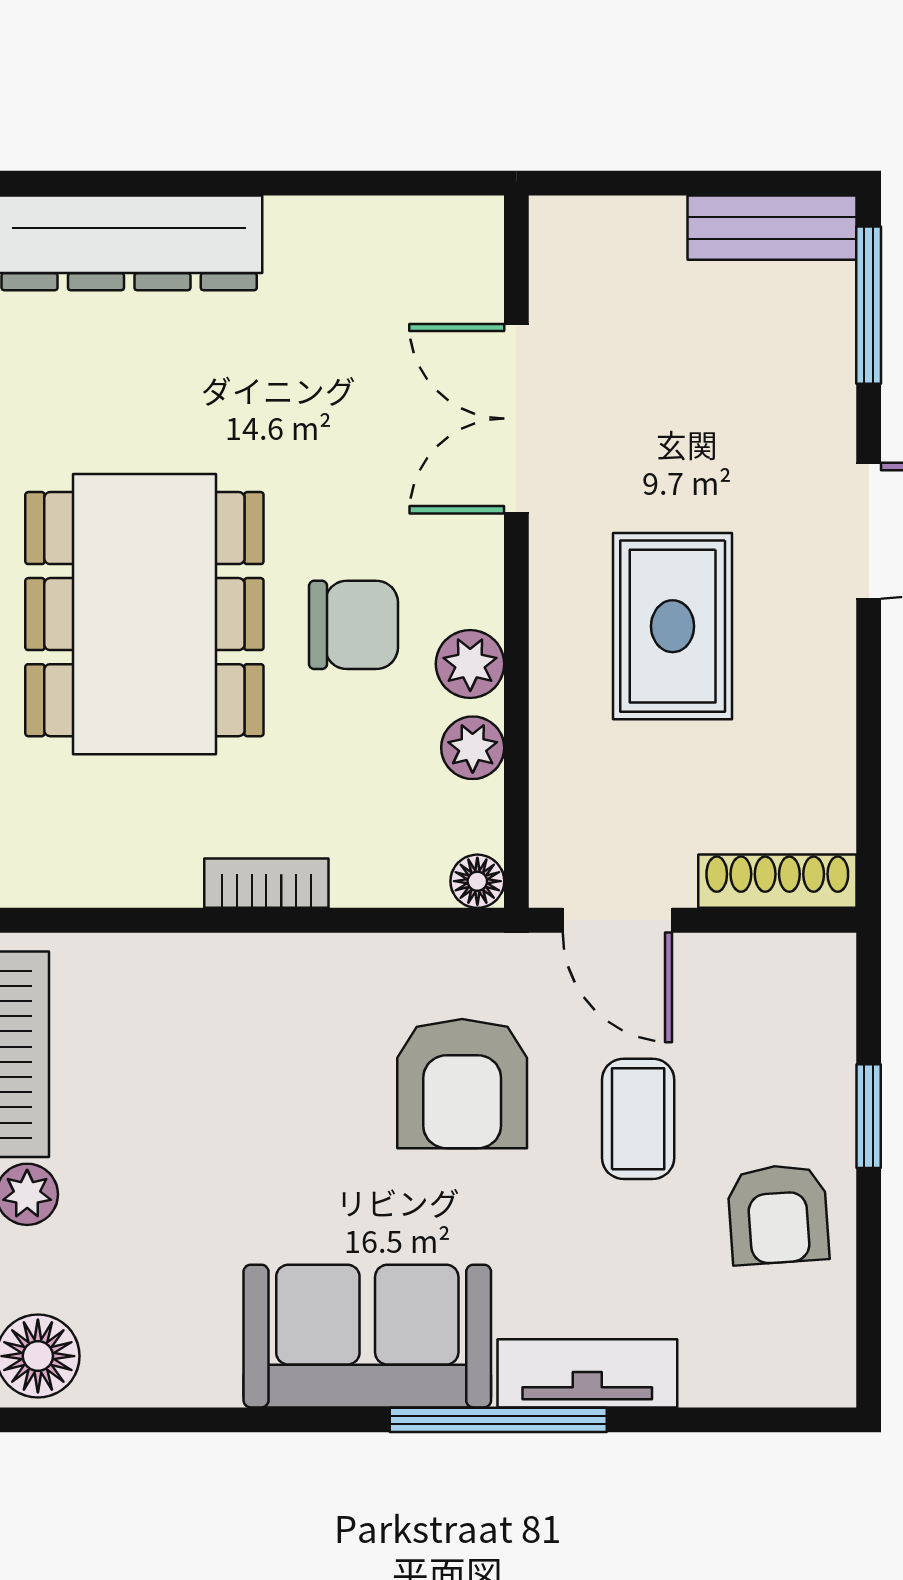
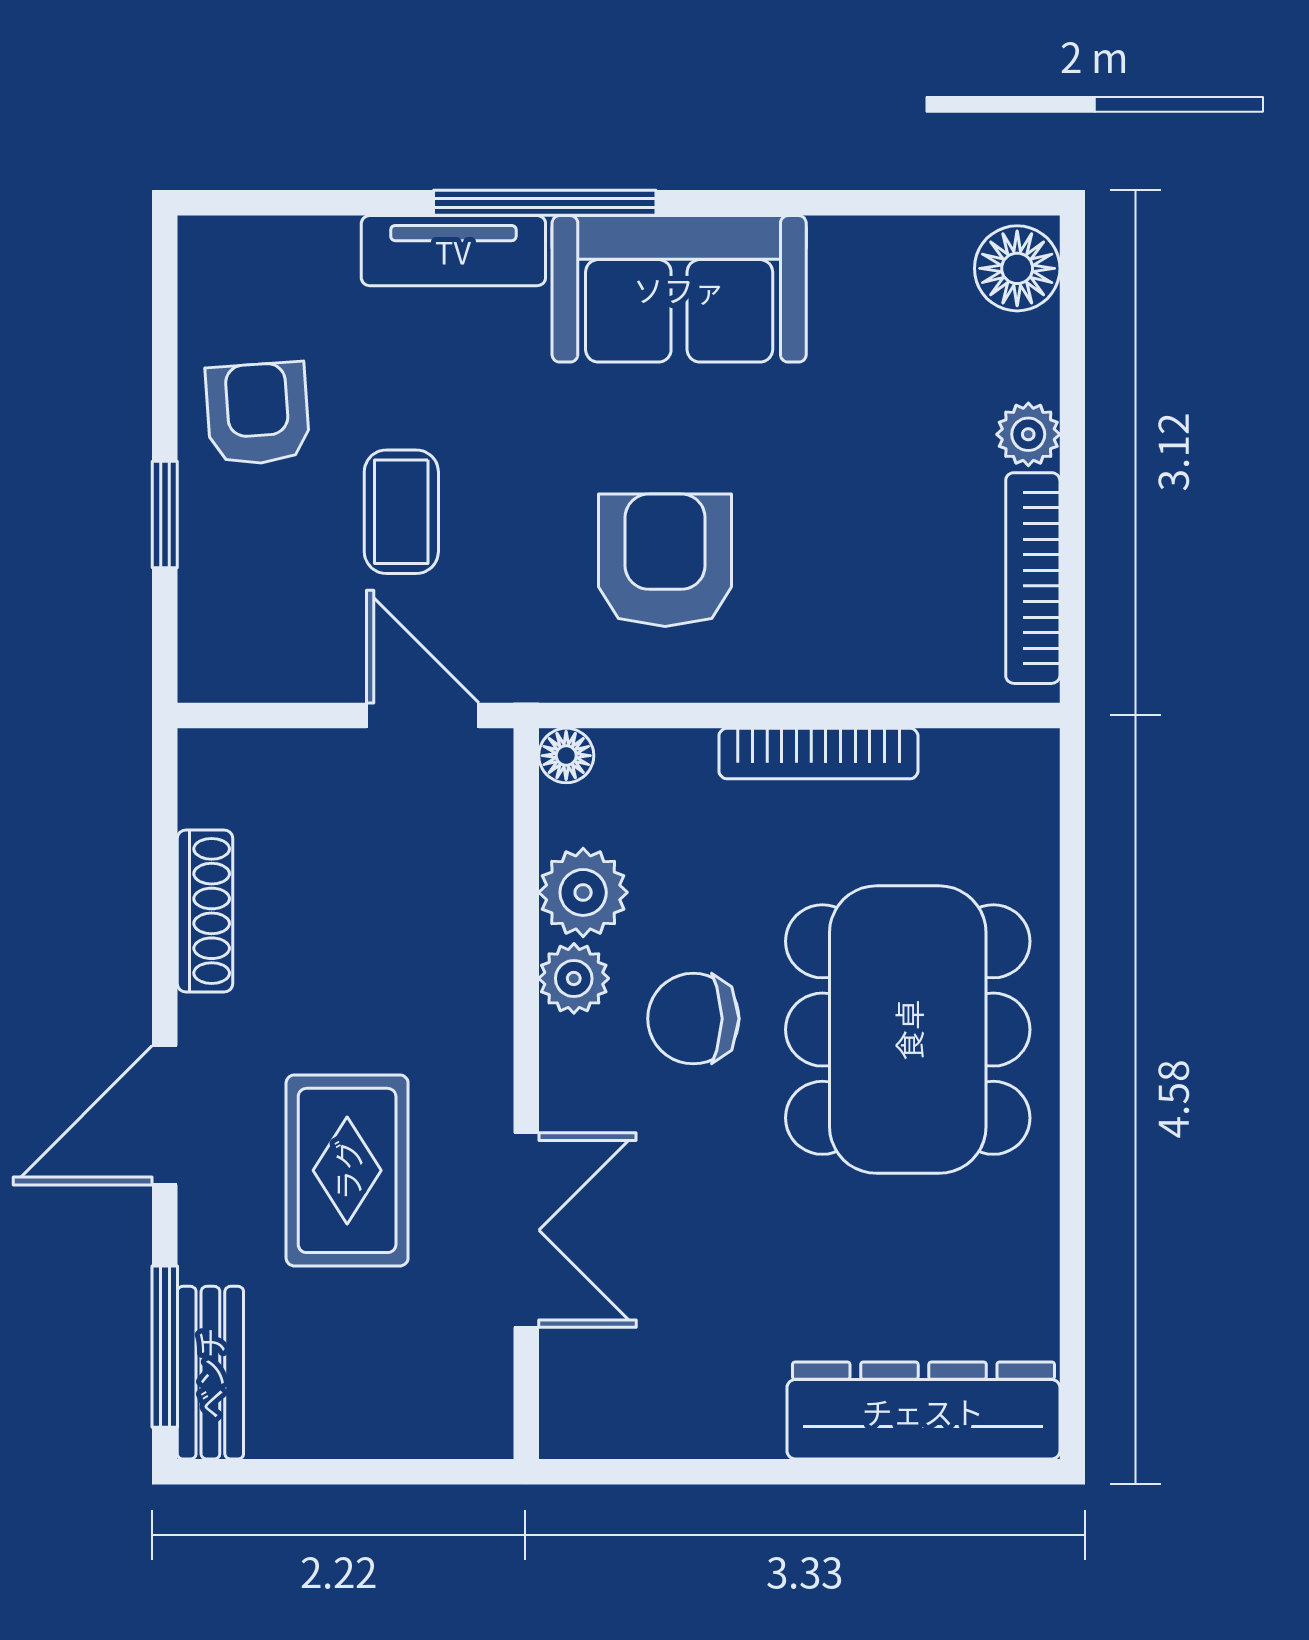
bench: (772, 228) -> (210, 1373), moved, turned 90
rug: (673, 626) -> (347, 1170), moved
plant: (473, 748) -> (583, 892), width x1.38, depth x1.38
shoe rack: (777, 881) -> (205, 911), moved, turned -90
bookcase: (266, 883) -> (818, 754), width x1.56
armchair: (462, 1084) -> (665, 560), moved

